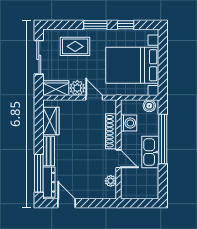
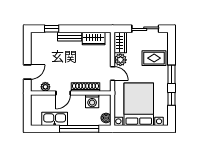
rug: (75, 46) -> (154, 58), turned 90
door: (94, 98) -> (113, 74), hinge flipped
kitchen sink: (150, 152) -> (55, 119), moved
window: (39, 173) -> (52, 29), width x0.46
dresser: (49, 182) -> (44, 37), removed
door: (66, 203) -> (27, 72), moved

